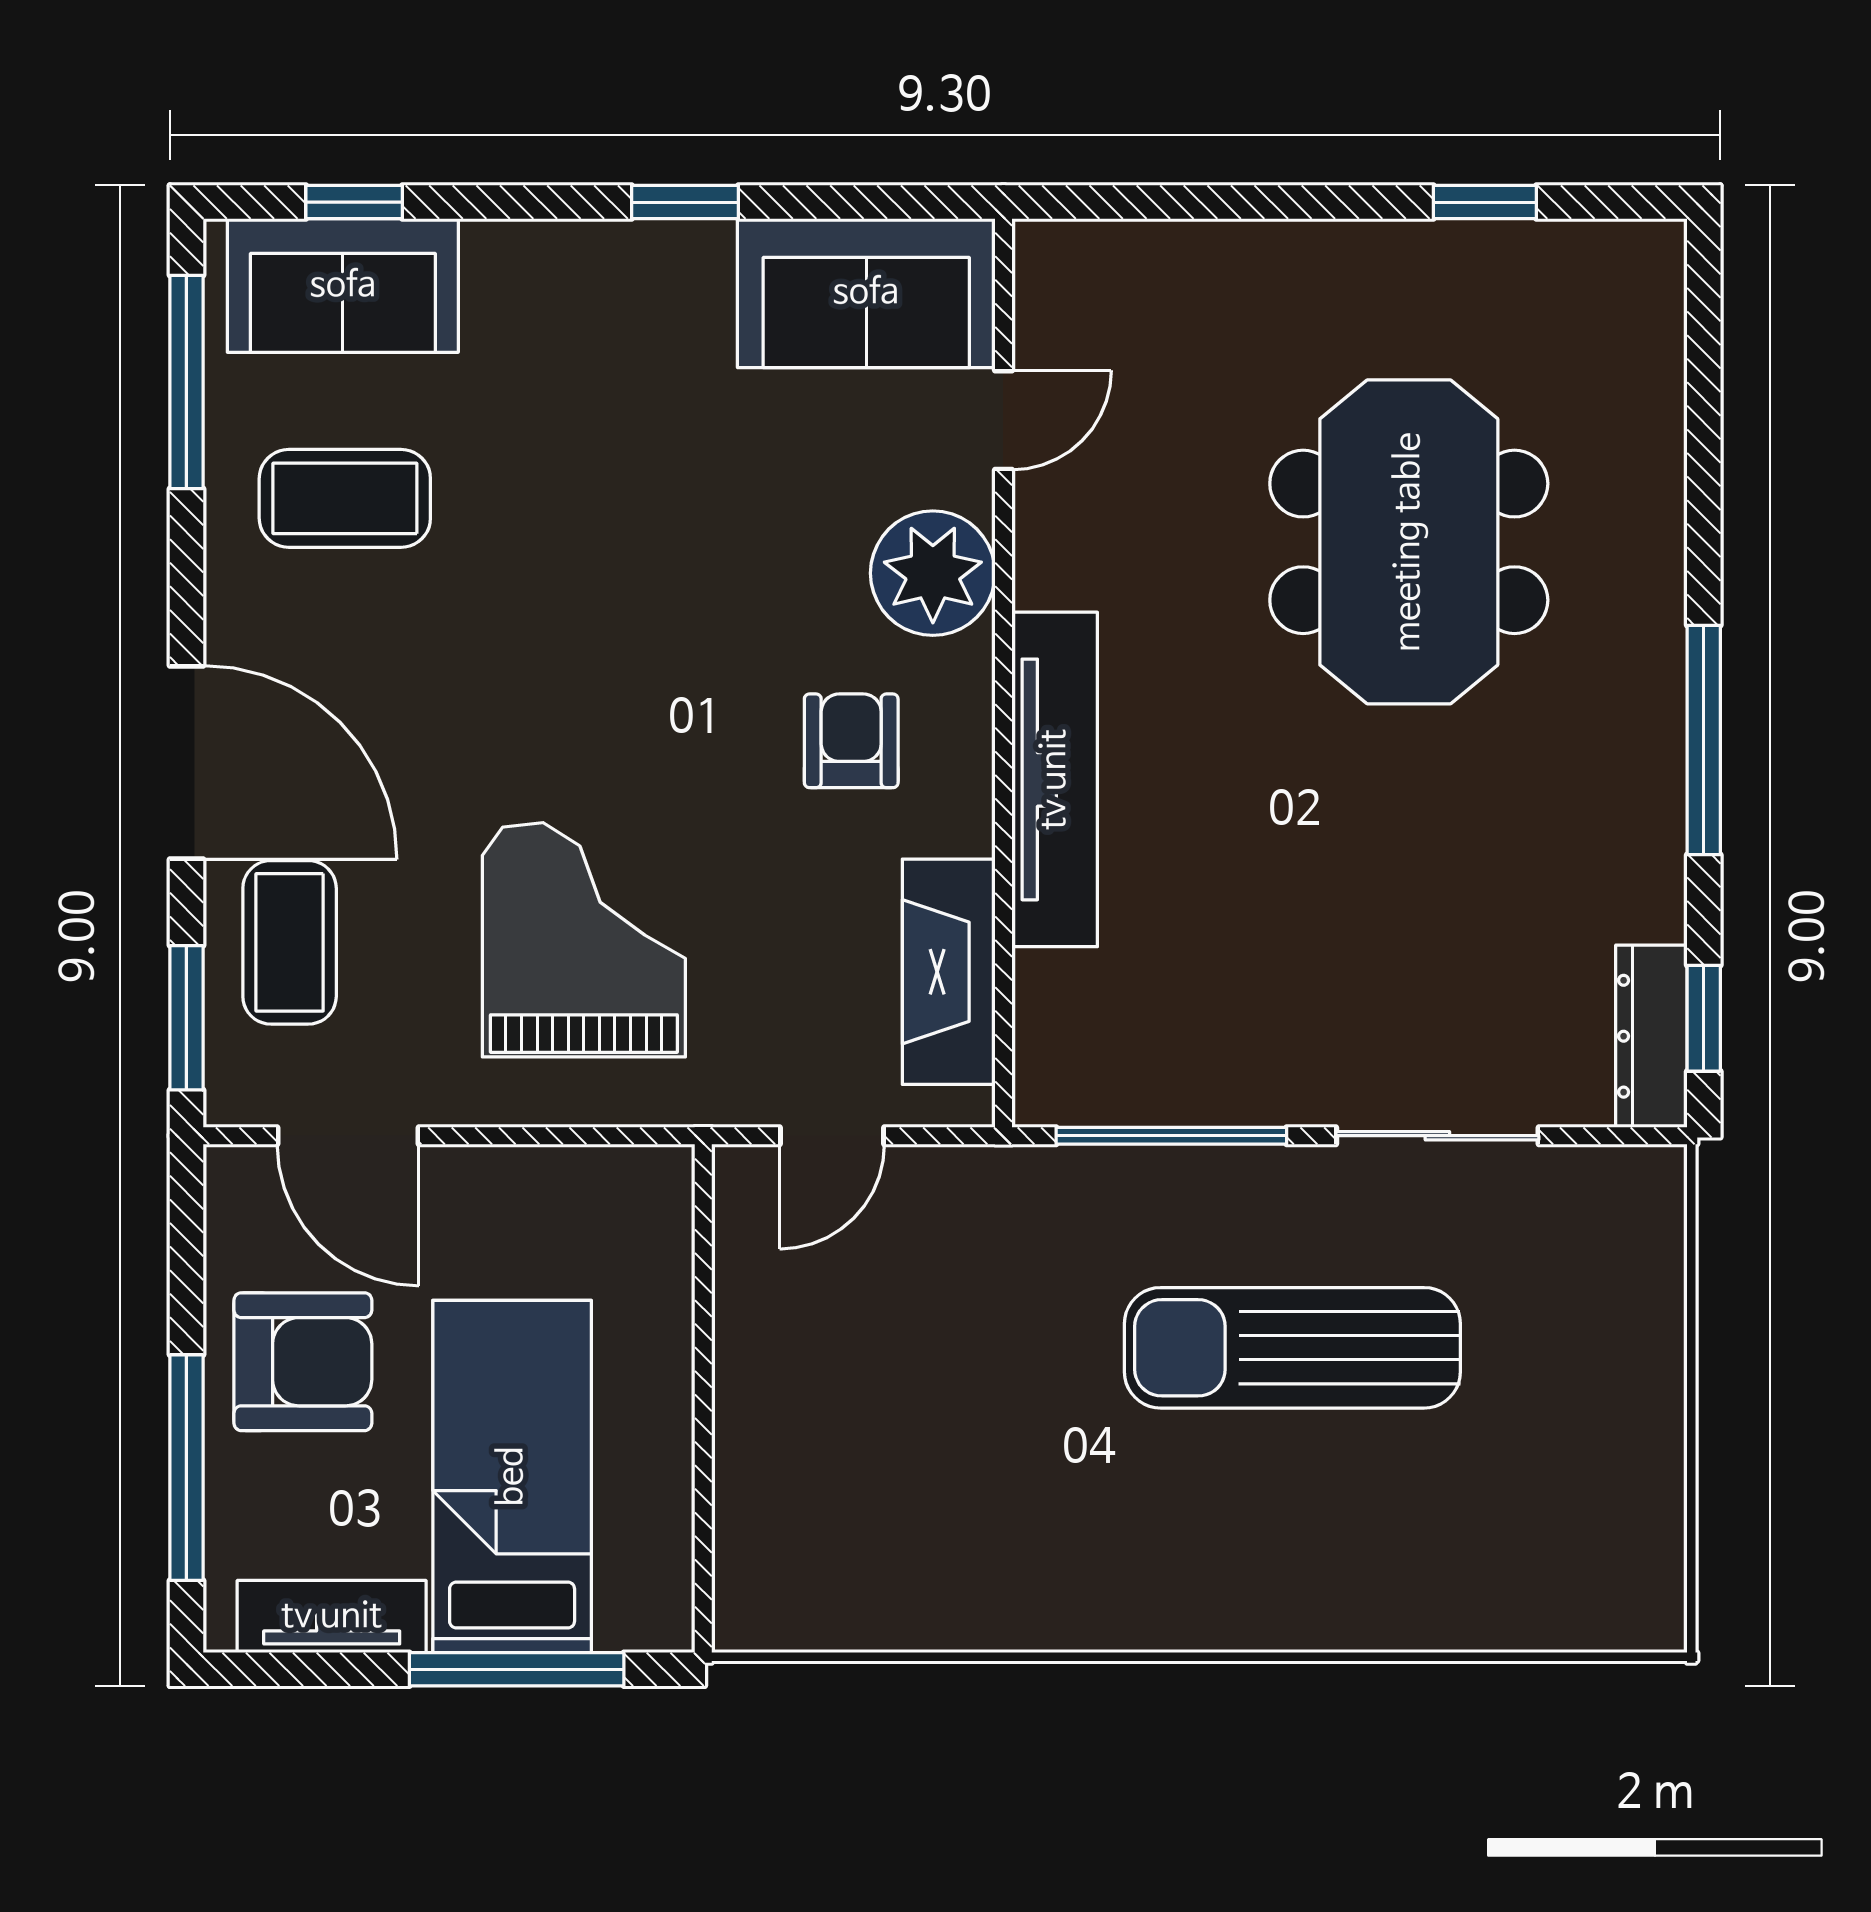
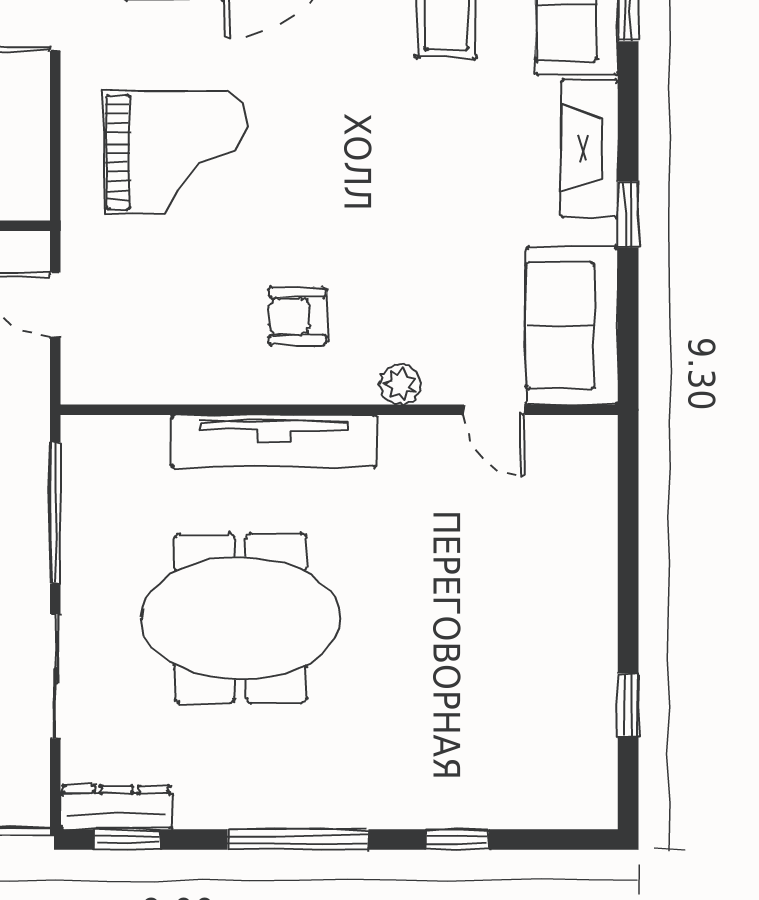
window: (1704, 481) -> (457, 839), added
meeting table: (1409, 542) -> (240, 618), moved
plant: (933, 573) -> (400, 384), width x0.53, depth x0.53
armchair: (851, 741) -> (298, 316), turned 180
fireplace: (949, 972) -> (589, 149), moved, turned -90

